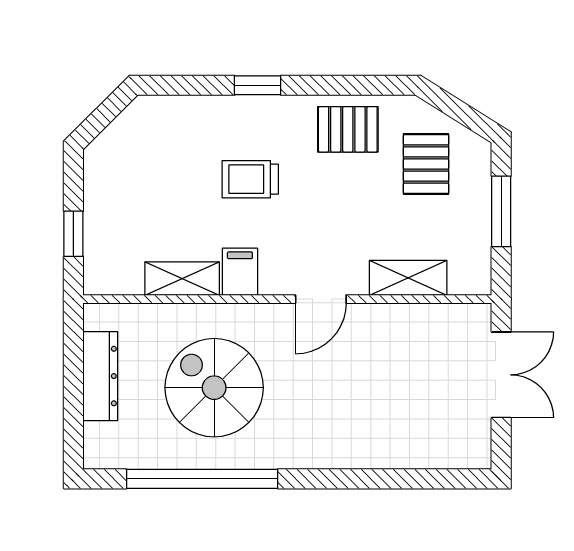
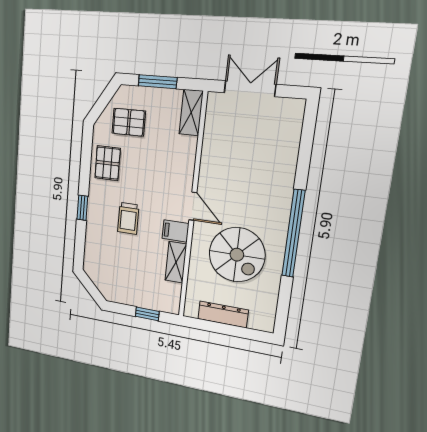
shelving: (408, 278) -> (191, 113), moved
door: (321, 299) -> (193, 206), moved
spiral stairs: (214, 388) -> (237, 255), turned -90
window: (202, 479) -> (293, 233), moved

